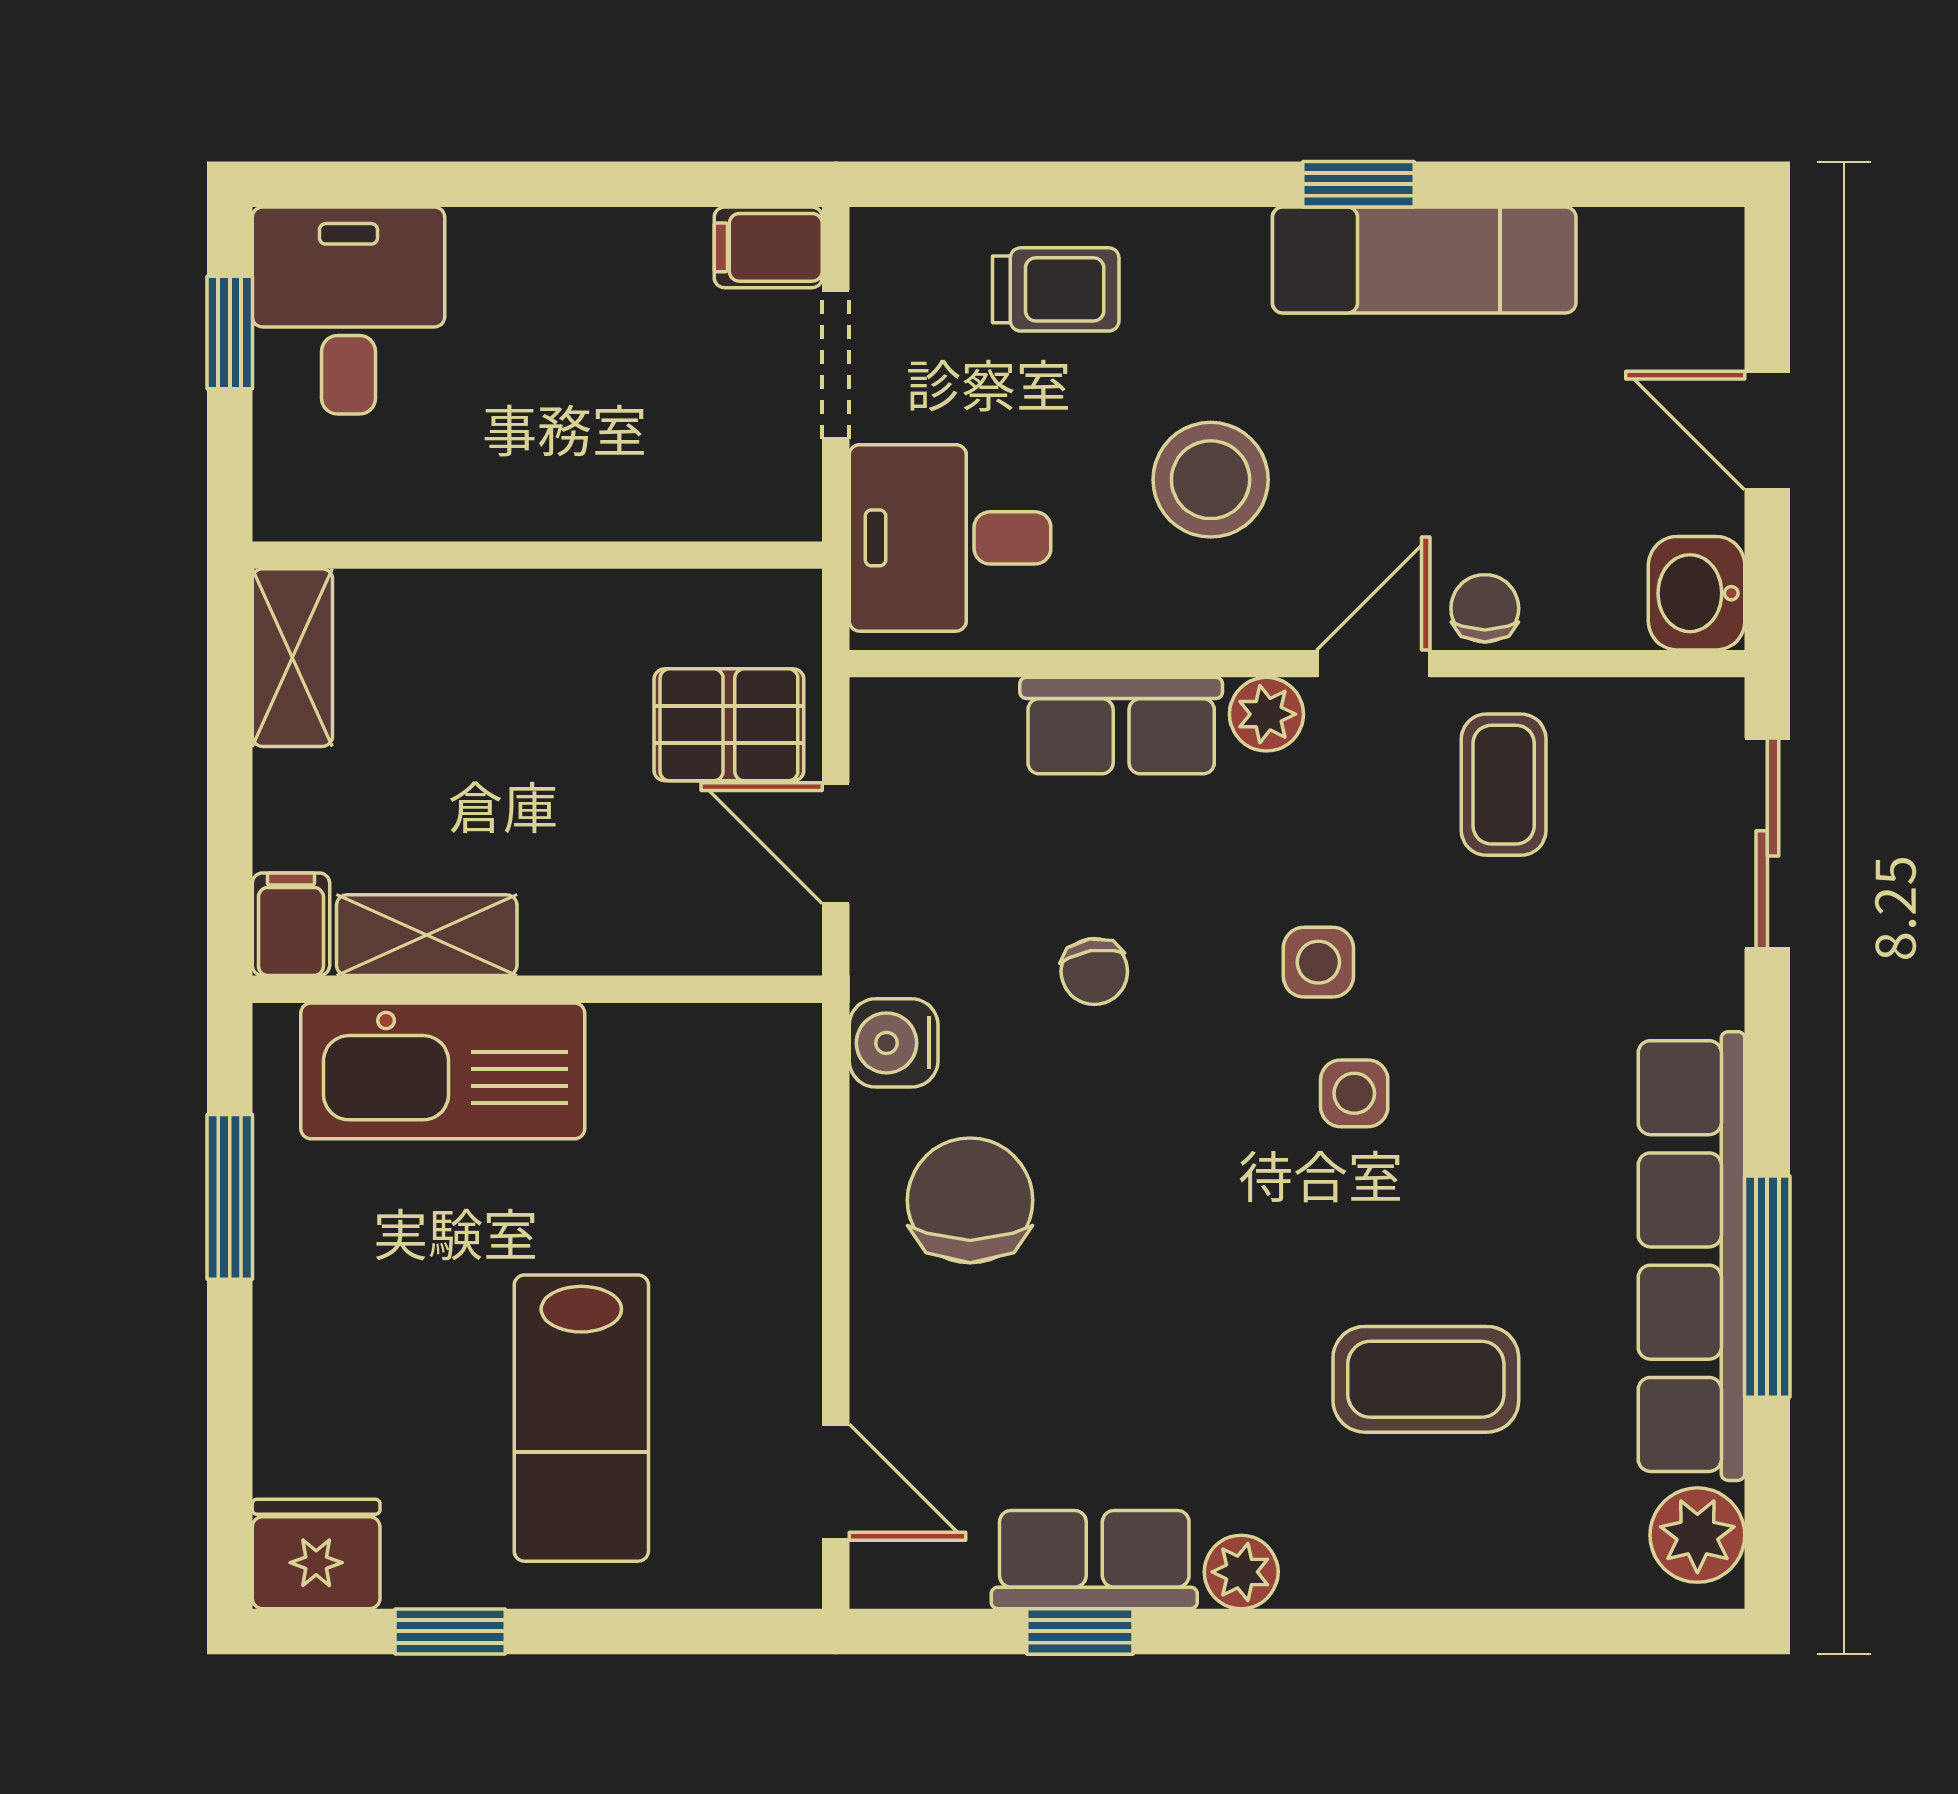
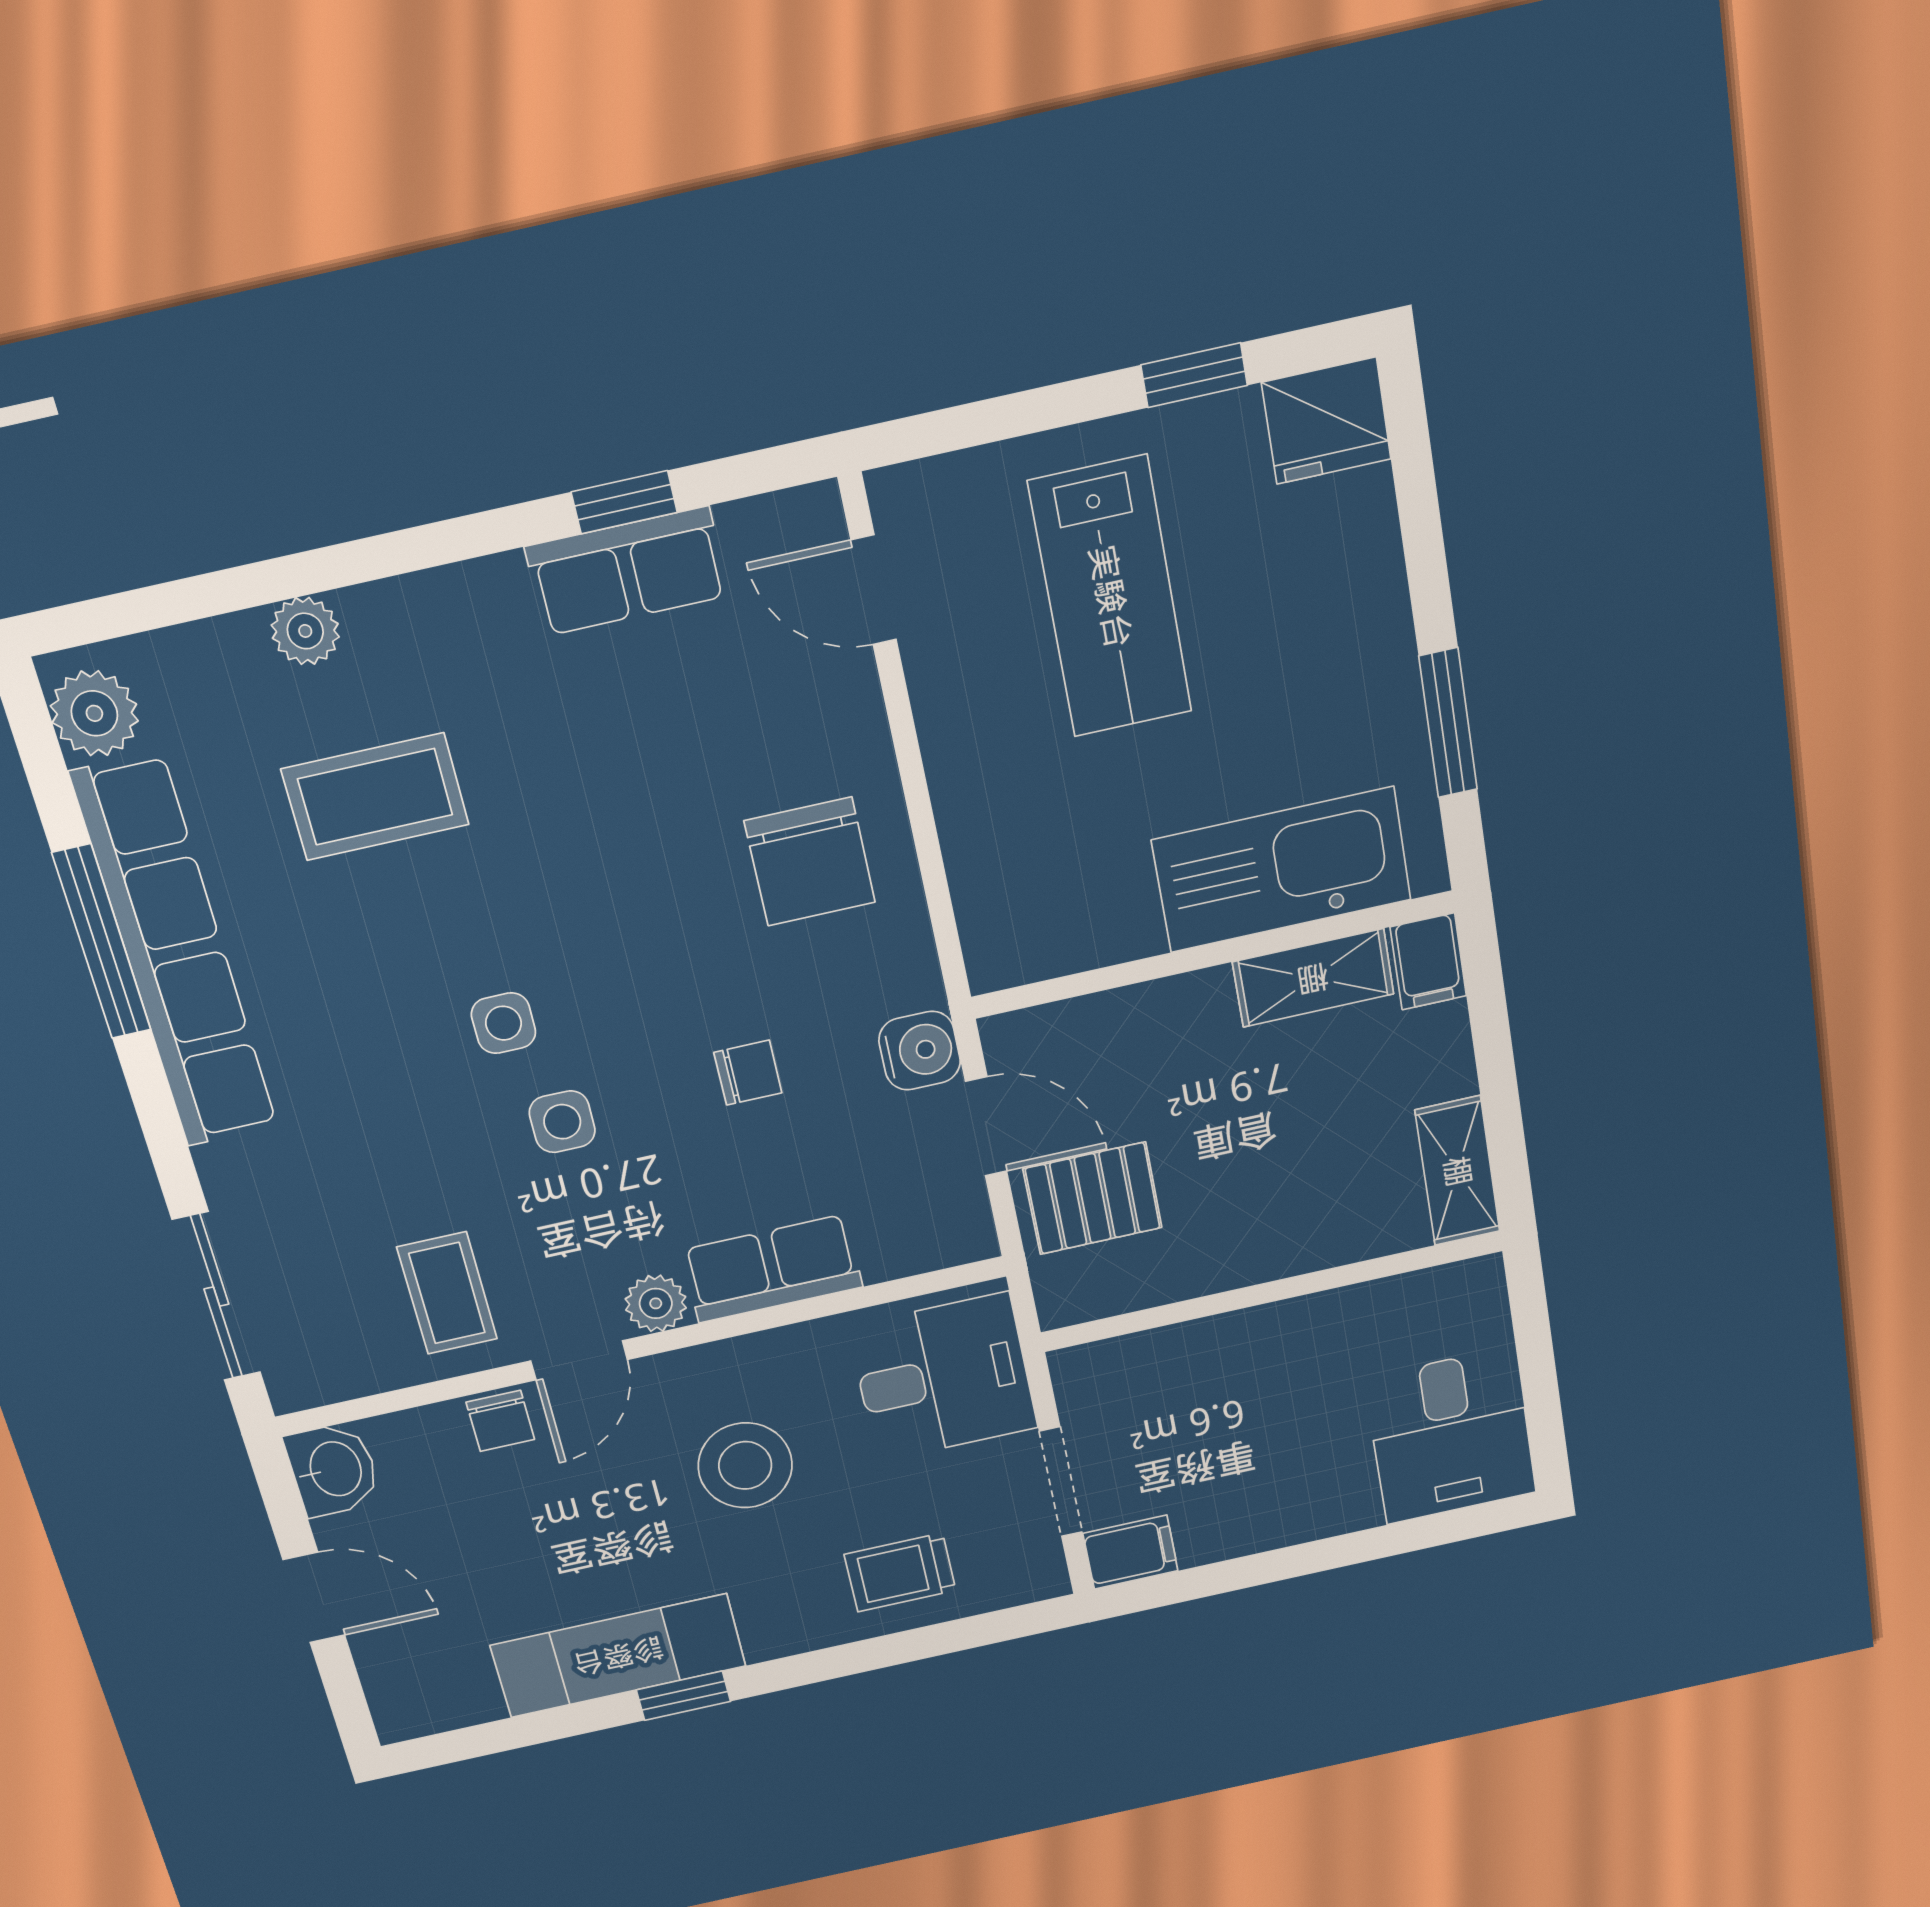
window: (230, 333) -> (1542, 1400), removed
chair: (1094, 971) -> (748, 1073), turned 99
water cooler: (894, 1043) -> (920, 1051), moved
lab bench: (581, 1418) -> (1110, 597), turned 180
plant: (1241, 1572) -> (305, 631), moved

